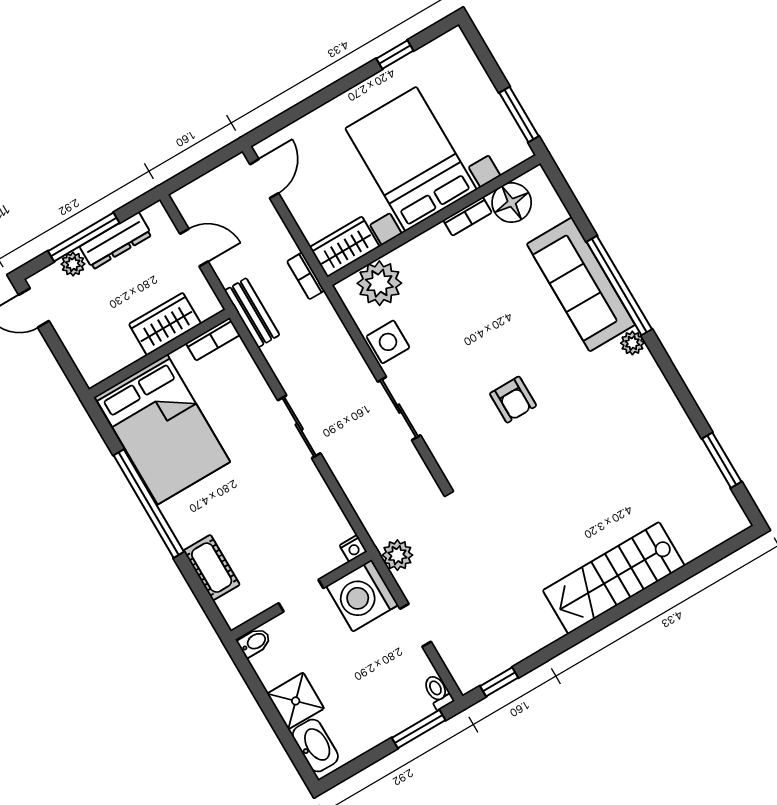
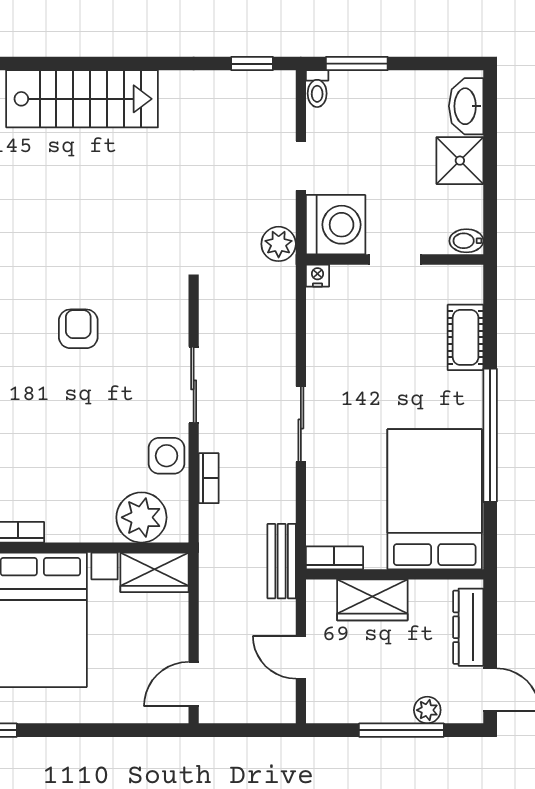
dresser: (116, 241) -> (468, 627), moved, turned -90
bookcase: (306, 276) -> (209, 478), moved

